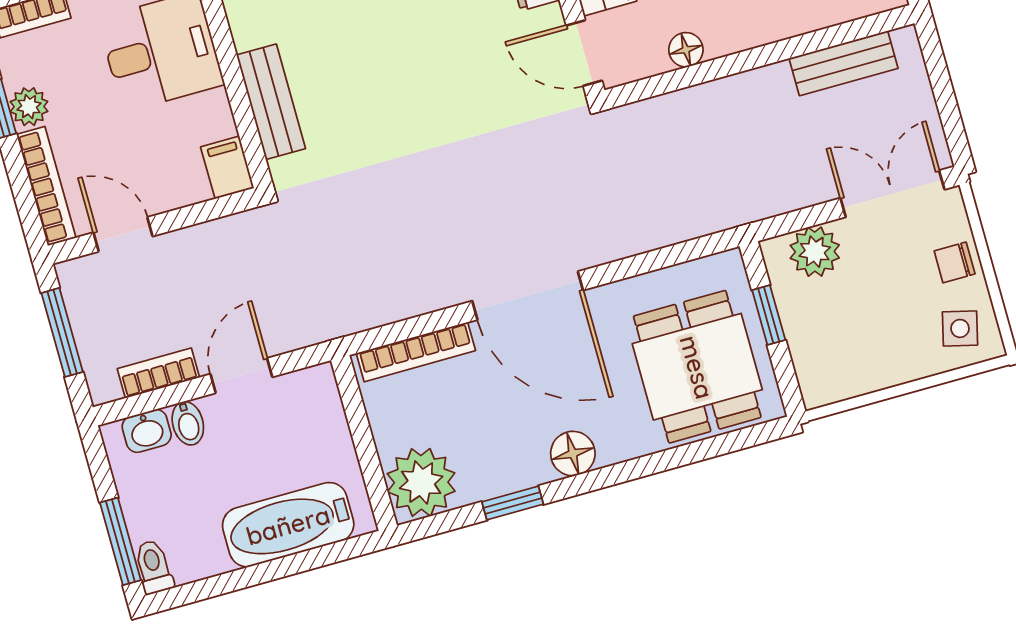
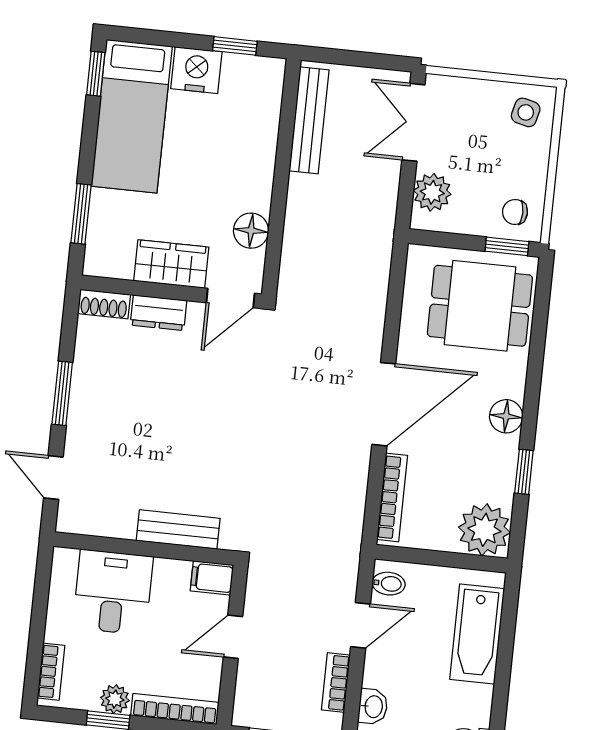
floor lamp: (686, 50) -> (251, 231), width x1.37, depth x1.37
bench: (844, 63) -> (309, 120), width x1.36
door: (123, 234) -> (233, 637), moved
chair: (955, 262) -> (515, 212), moved, turned 90
window: (769, 315) -> (507, 246), moved
door: (241, 376) -> (360, 625), swing flipped
bidet: (188, 423) -> (389, 584), moved

